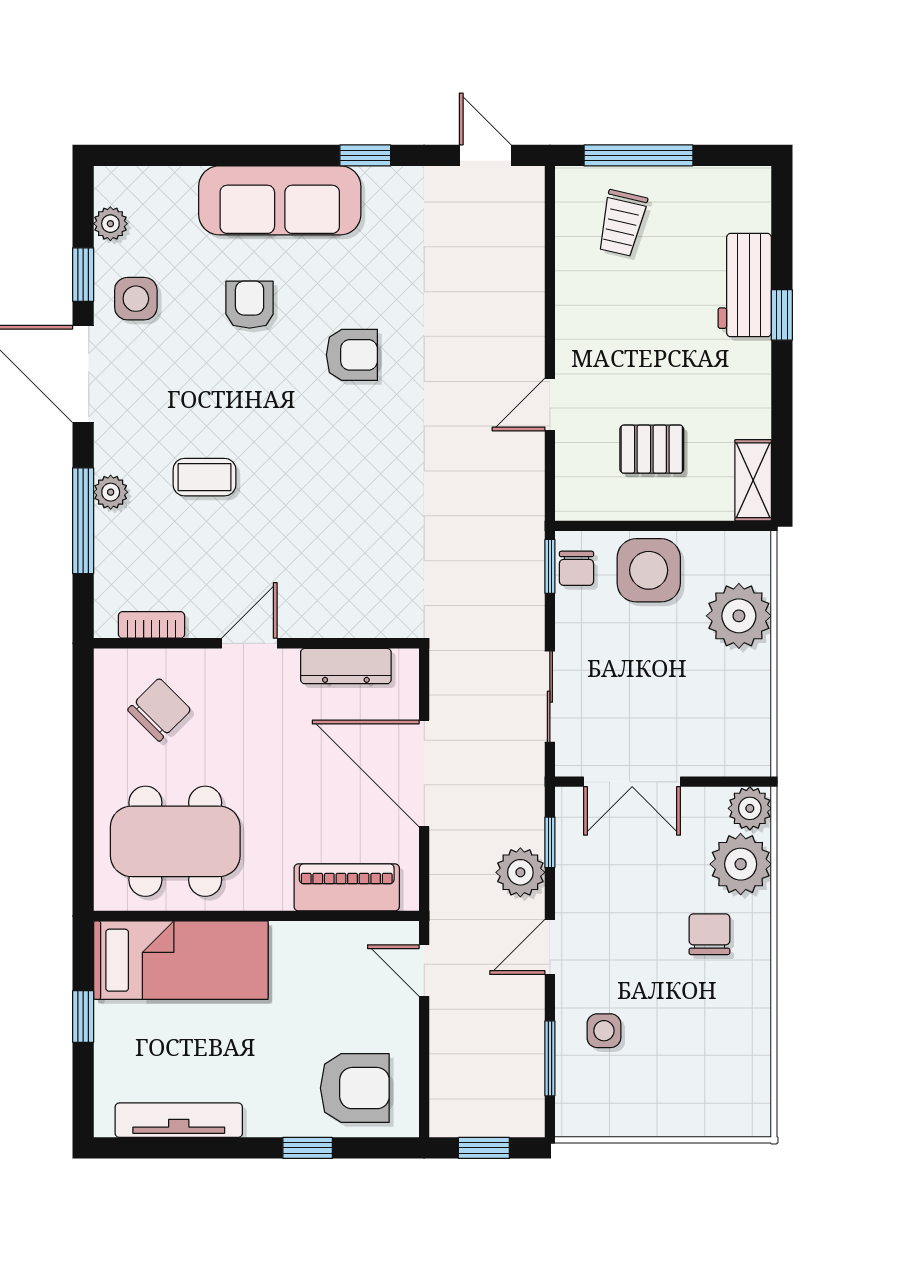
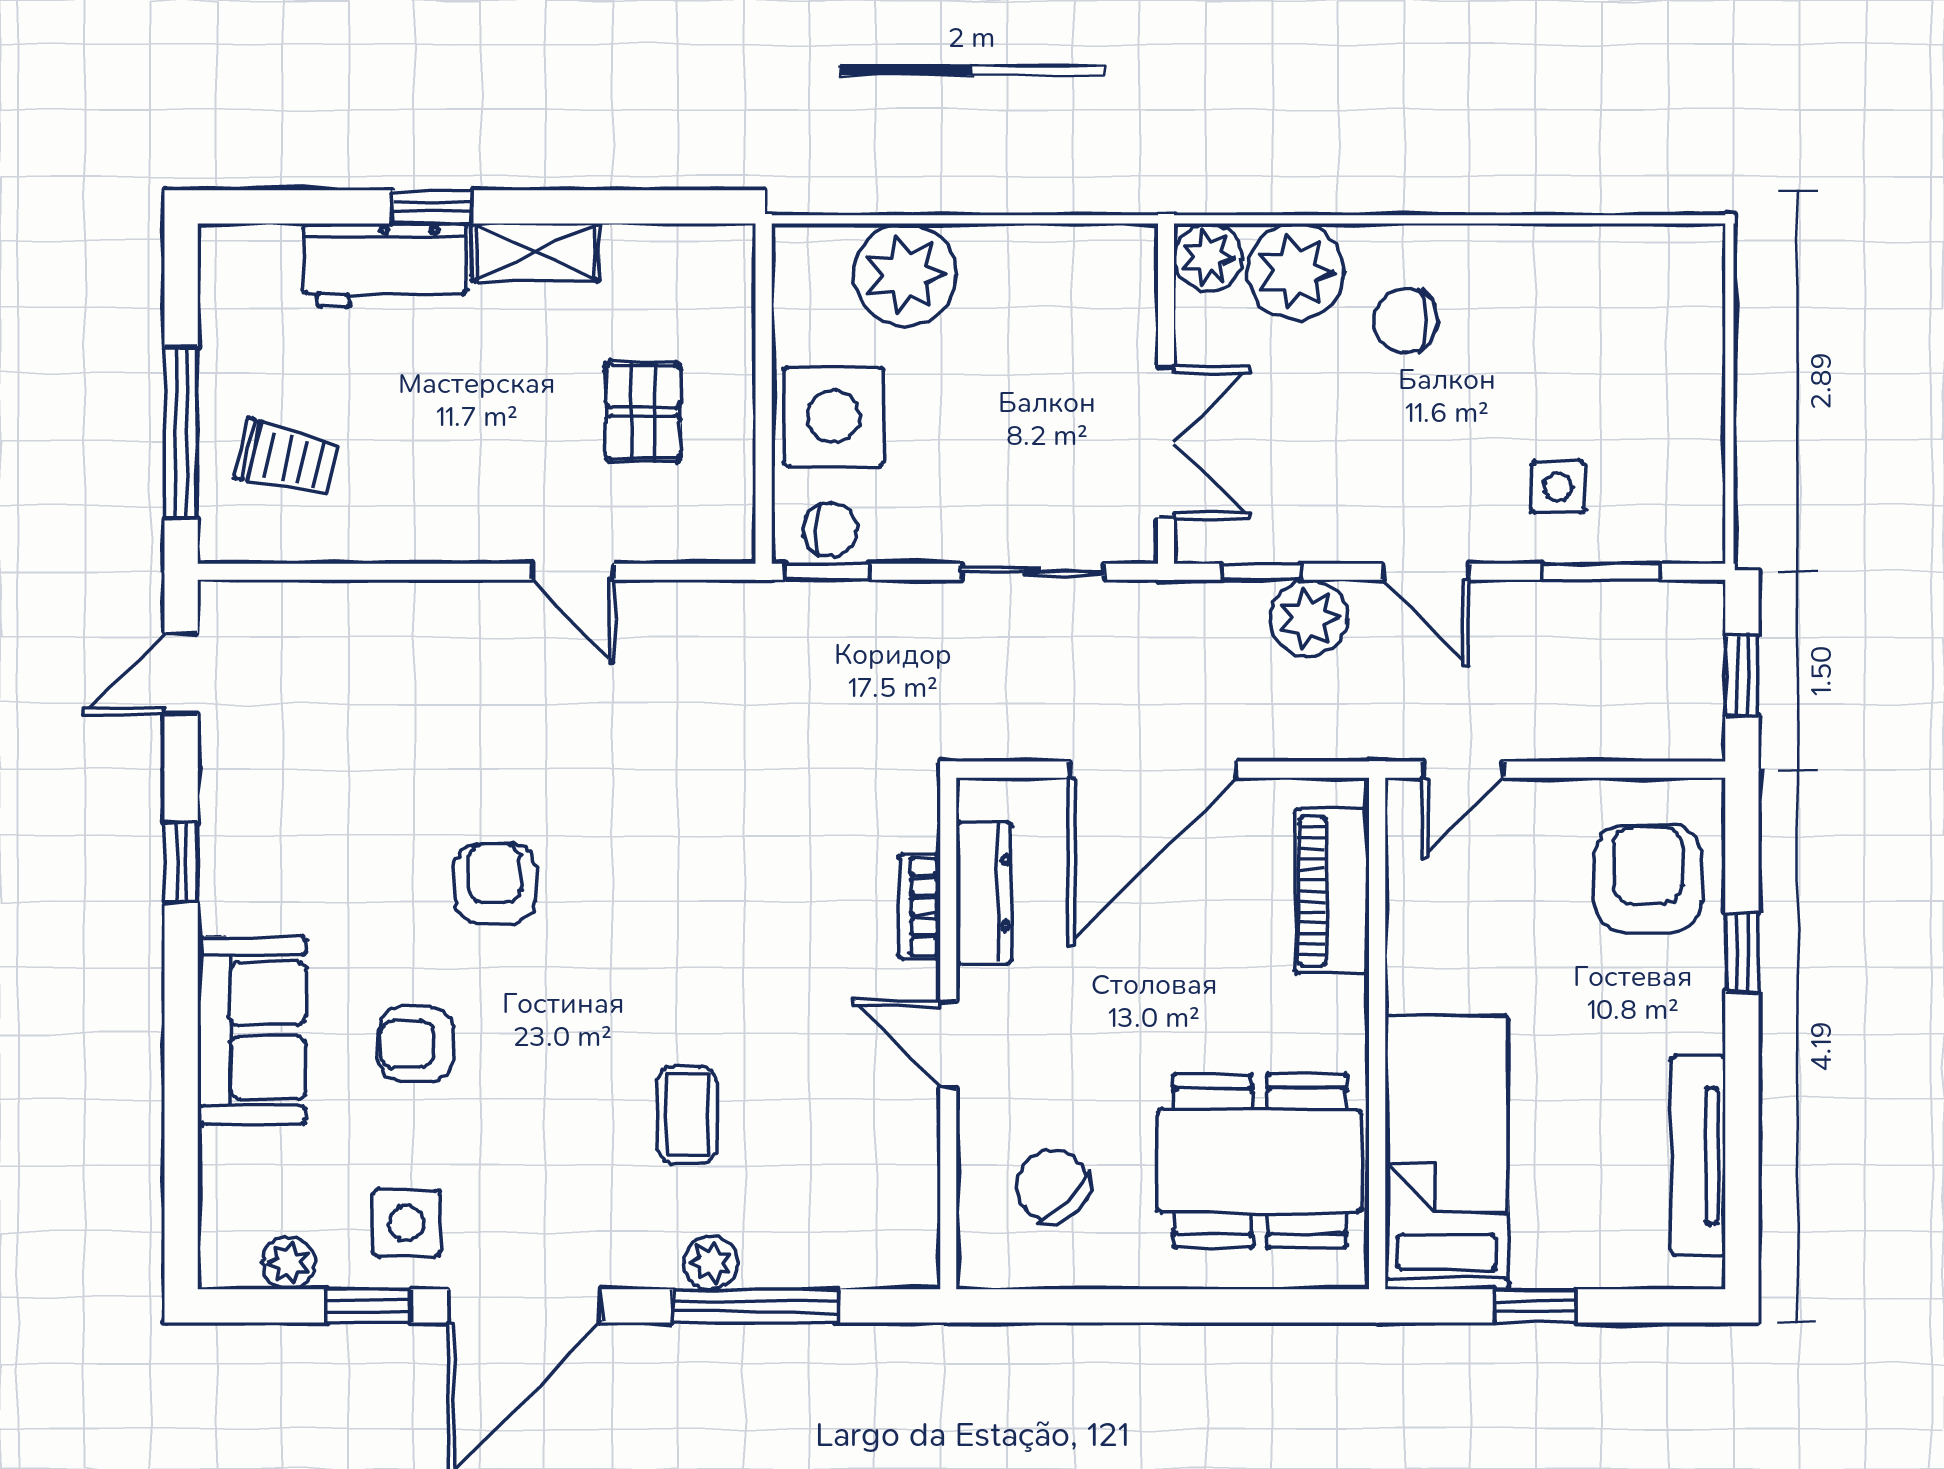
sofa: (280, 200) -> (252, 1031), width x0.73
shelving: (753, 480) -> (535, 252), moved
bookcase: (152, 625) -> (920, 907), moved
dining table: (175, 841) -> (1260, 1161), turned 90

